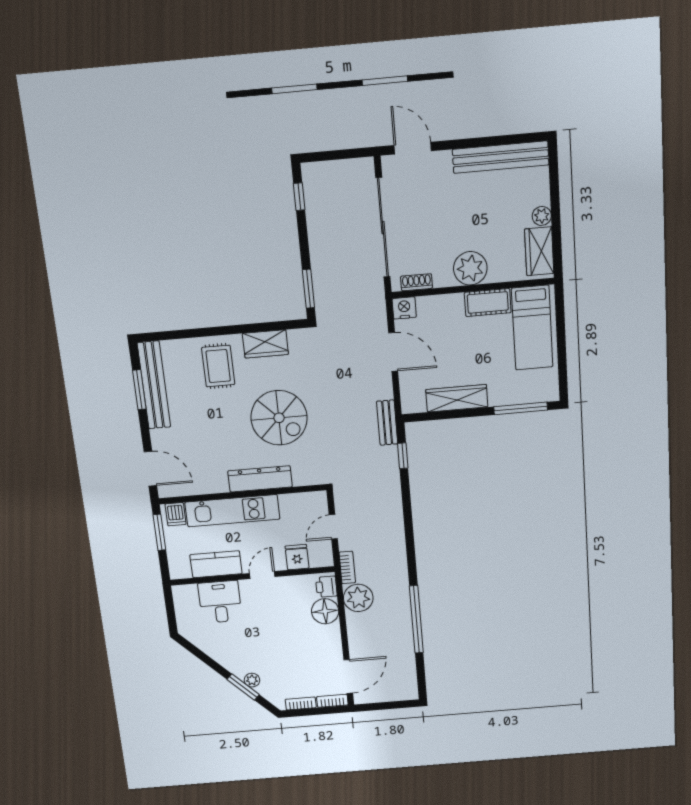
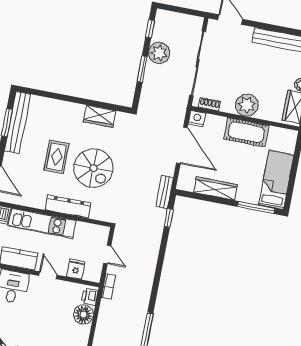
window: (308, 289) -> (142, 69), moved
cot: (488, 302) -> (246, 132), width x1.37, depth x1.34
bed: (532, 328) -> (276, 180), moved, turned 180
door: (393, 352) -> (182, 145), width x1.36
rug: (218, 366) -> (57, 157), moved
door: (333, 527) -> (107, 254), swing flipped
door: (262, 575) -> (48, 275), hinge flipped
plant: (358, 598) -> (159, 53), moved

